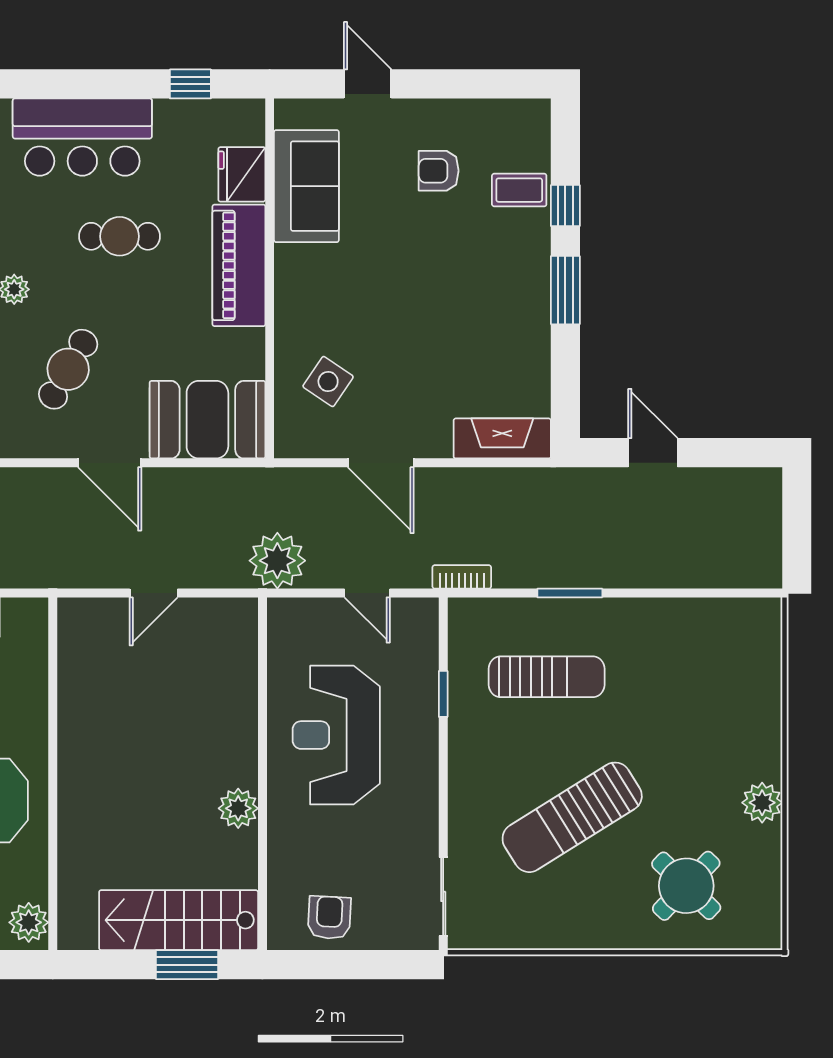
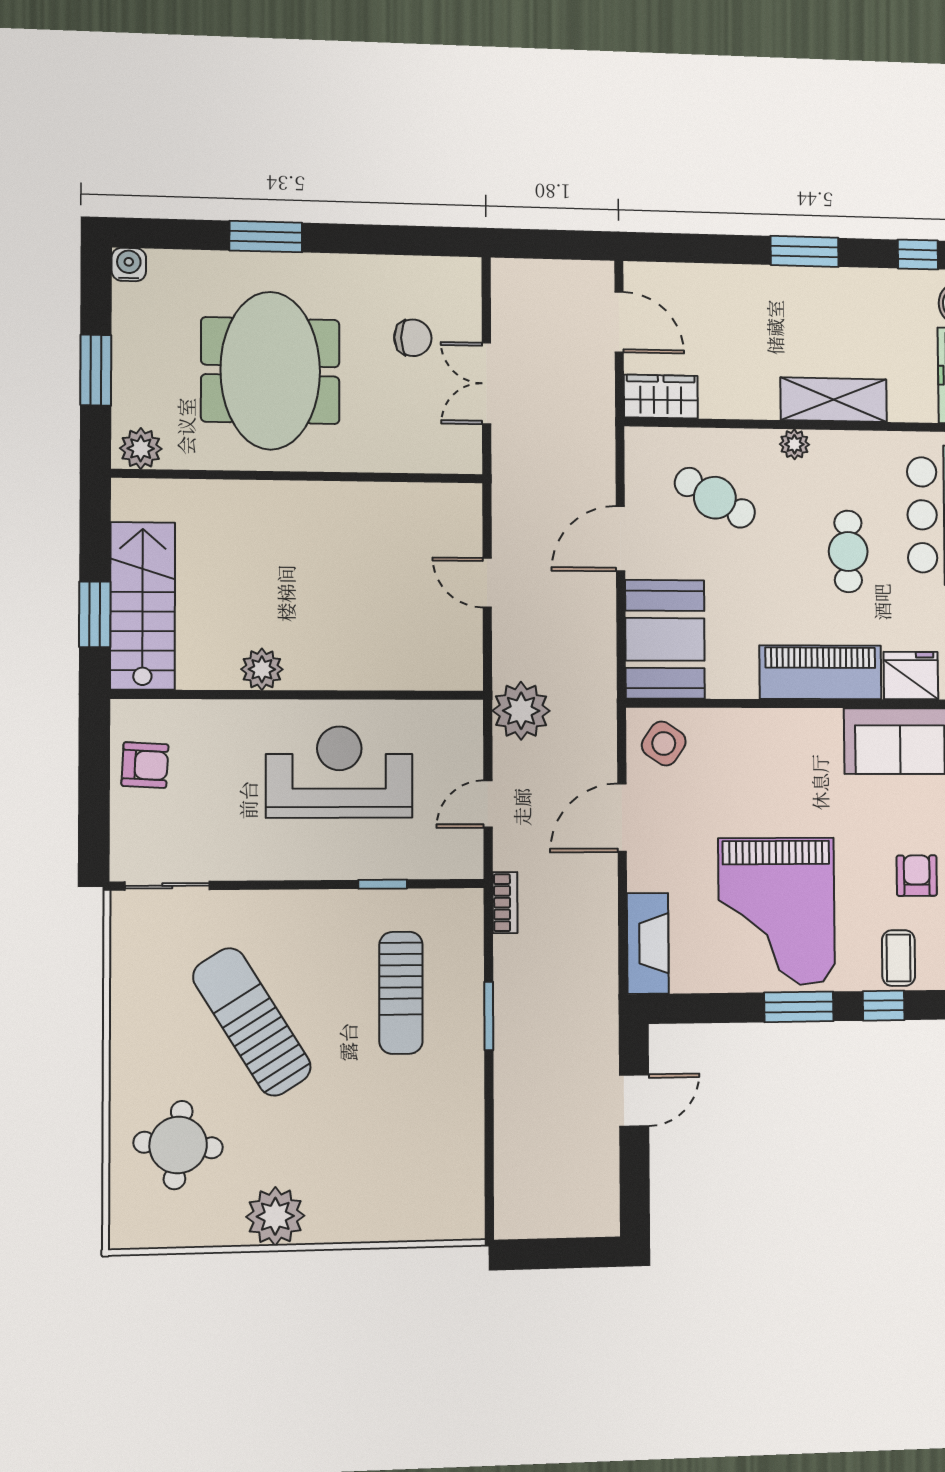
grand piano: (473, 311) -> (777, 911), added
side table: (328, 381) -> (664, 743), moved
plant: (762, 803) -> (275, 1216), width x1.36, depth x1.36
round table: (686, 886) -> (178, 1145), turned -38

